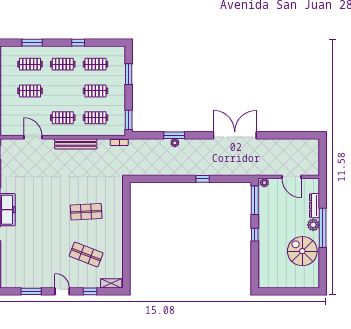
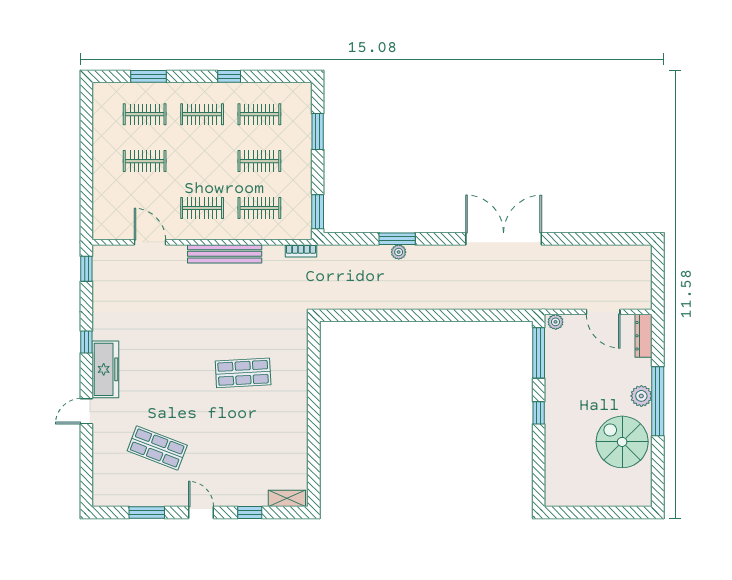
window: (203, 179) -> (447, 315), removed
dresser: (315, 206) -> (644, 336), moved
shop shelf: (86, 255) -> (157, 448), moved

